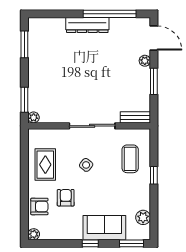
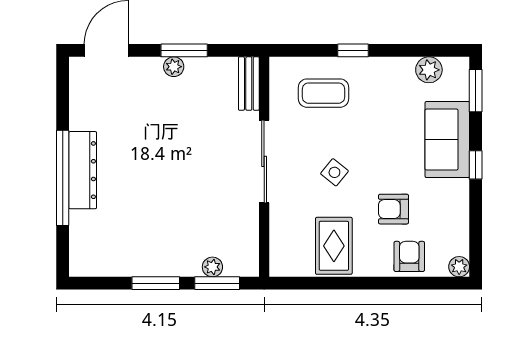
window: (110, 14) -> (63, 178), moved
window: (24, 44) -> (156, 283), moved
plant: (145, 61) -> (174, 67), moved
plant: (34, 117) -> (212, 267), moved
rug: (45, 165) -> (334, 246), turned 90

